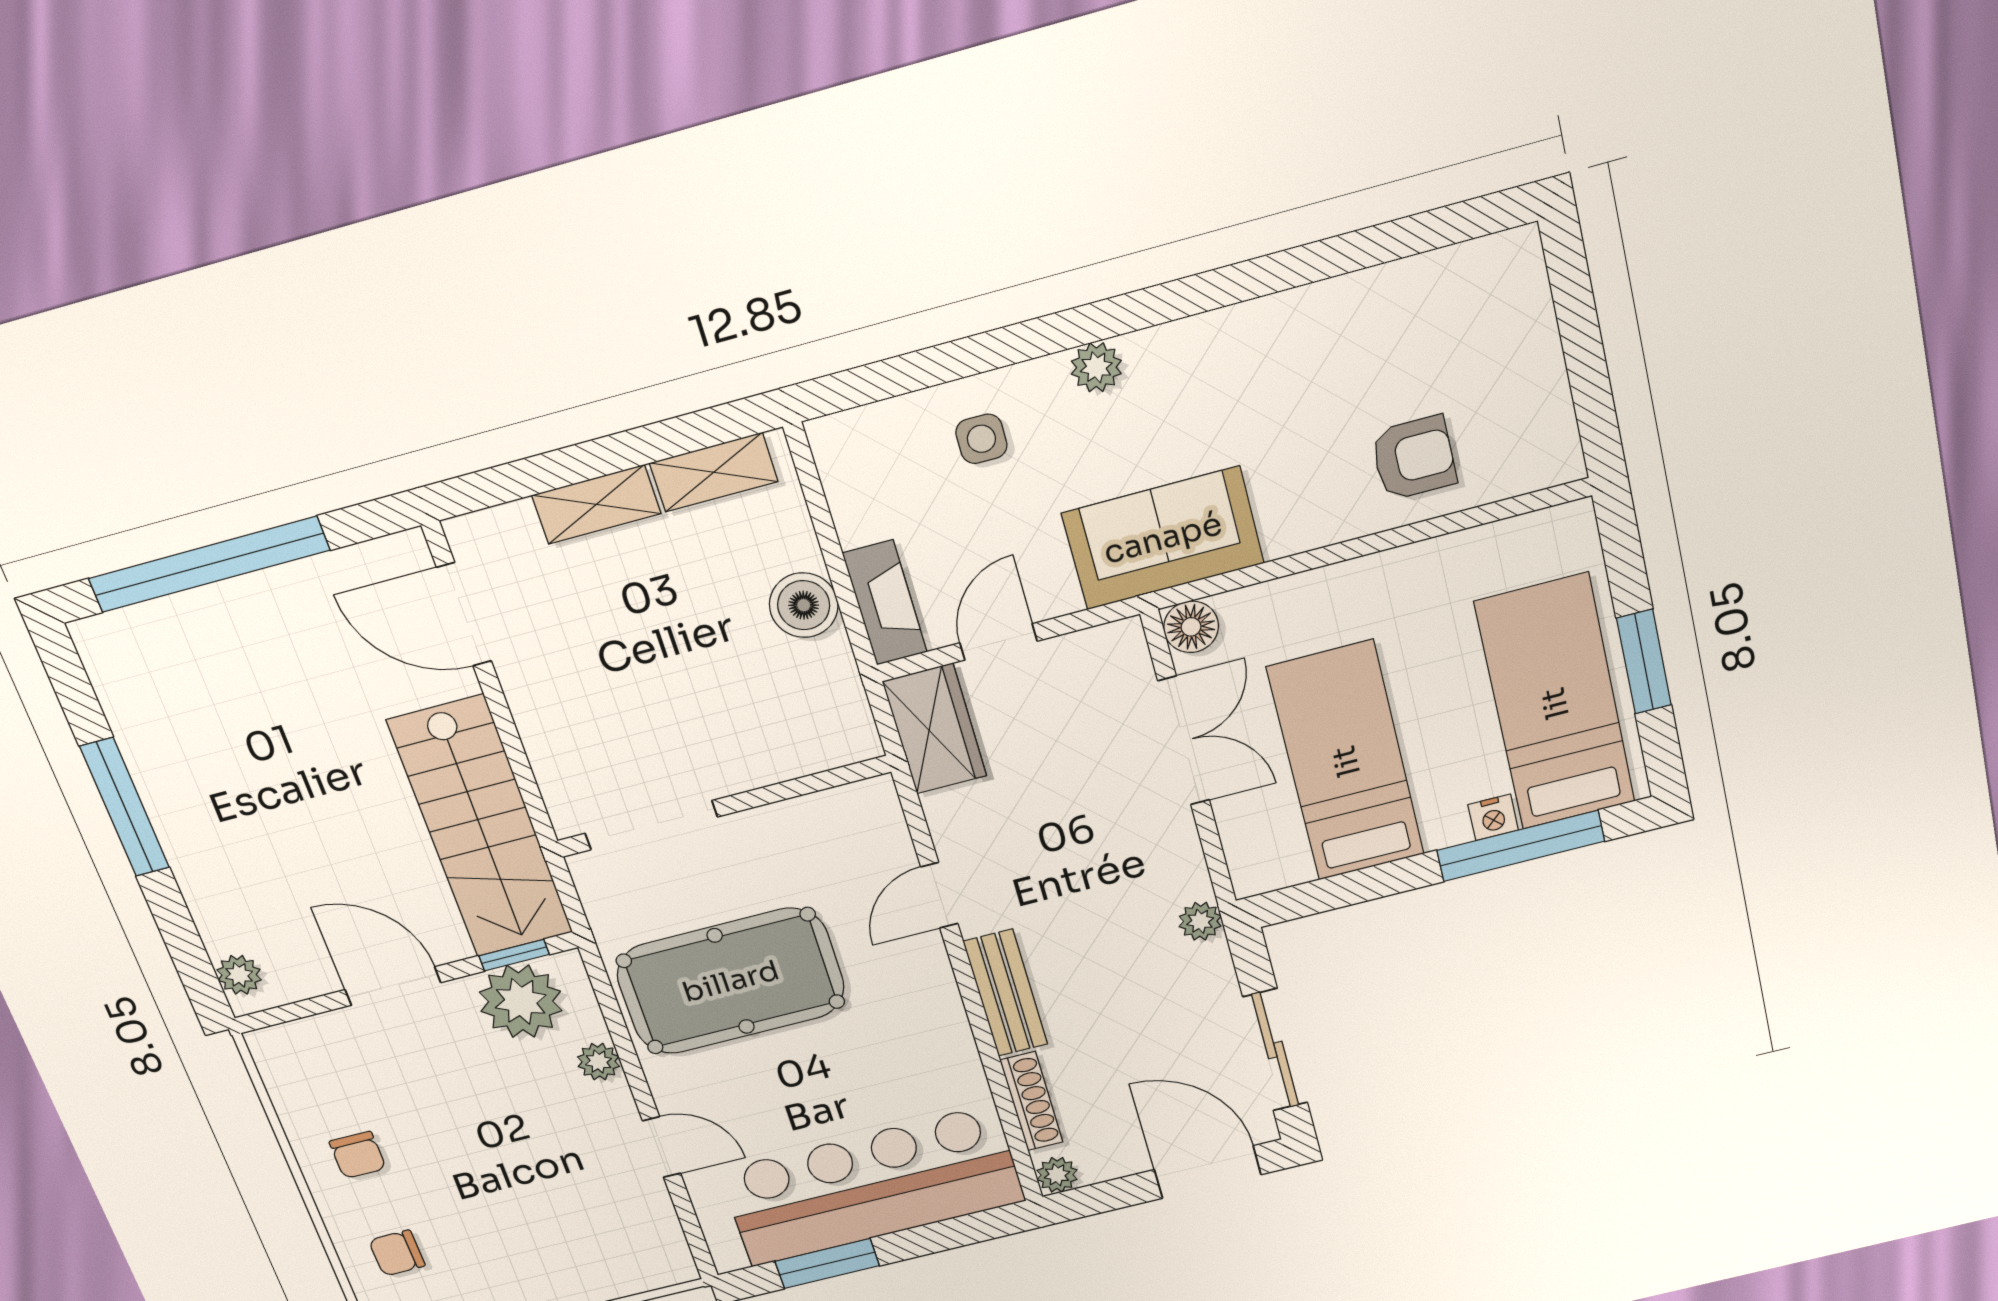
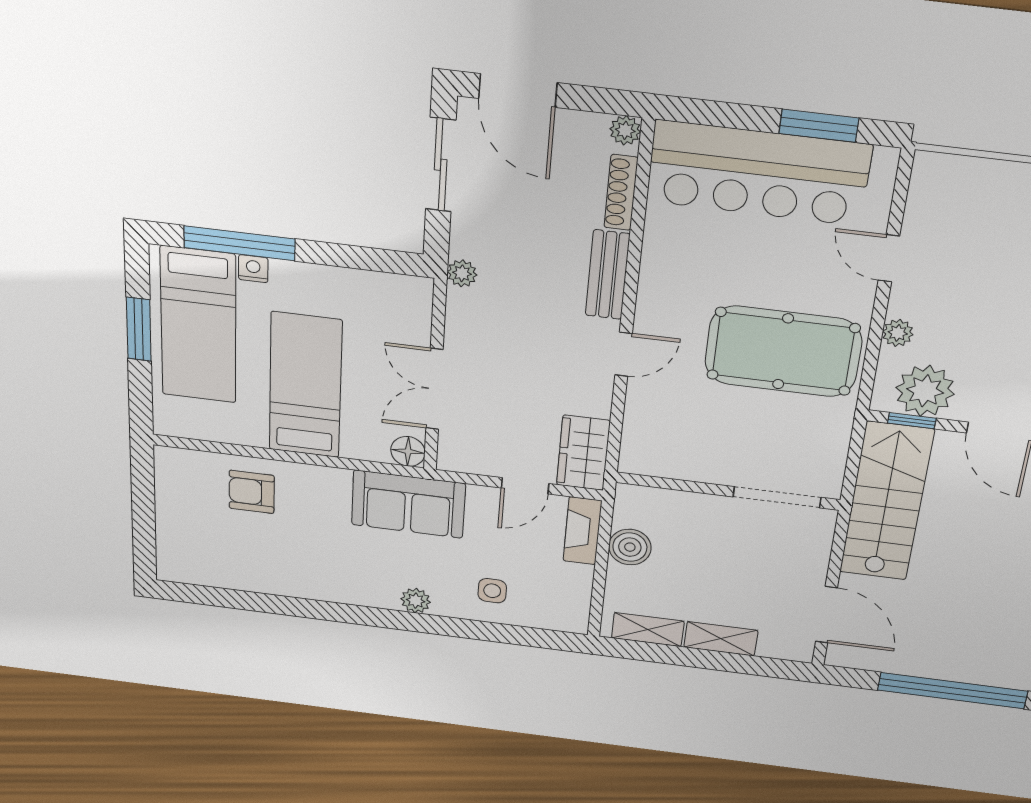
bed: (1346, 761) -> (305, 385), moved, turned 180
wall: (723, 806) -> (728, 491), moved
doorway: (651, 825) -> (777, 497), moved

